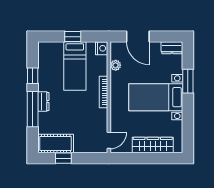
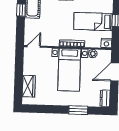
bed with nightstands: (156, 97) -> (69, 70), moved, turned 180
door: (109, 140) -> (34, 46), swing flipped
wardrobe: (153, 145) -> (29, 86), width x0.67

